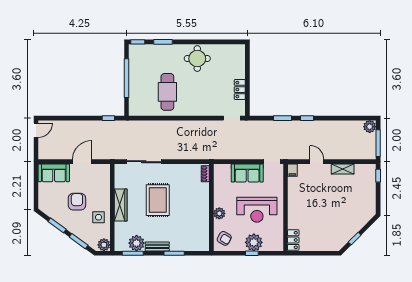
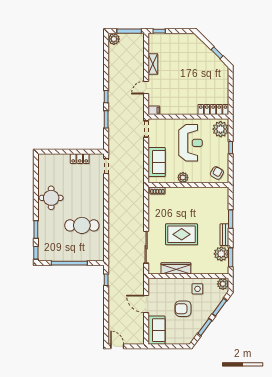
sofa: (247, 173) -> (157, 162), moved
wardrobe: (121, 205) -> (176, 268), moved
plant: (219, 213) -> (183, 177), moved
locker: (293, 240) -> (213, 109), width x1.53
plant: (254, 242) -> (221, 129), moved

